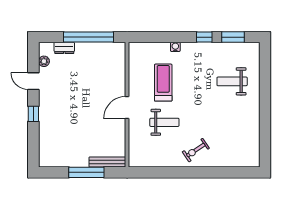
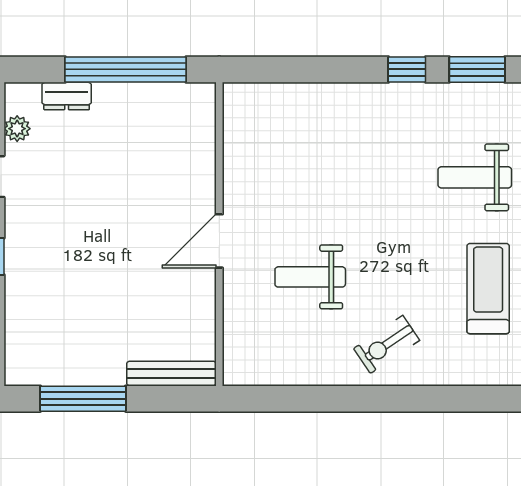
water cooler: (175, 47) -> (337, 94), removed
treadmill: (163, 83) -> (488, 289), moved
weight bench: (164, 122) -> (310, 277), turned 180
window: (86, 172) -> (83, 399), moved

